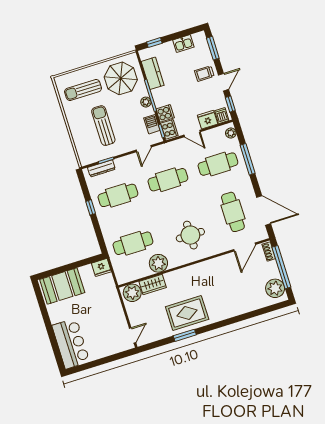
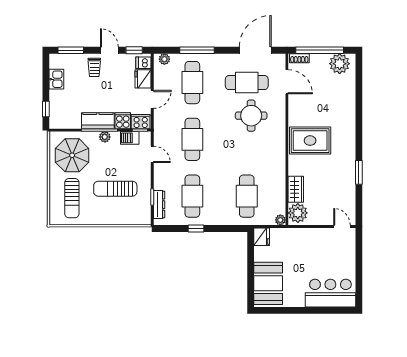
kitchen counter: (153, 73) -> (98, 121), moved
round table: (190, 235) -> (251, 116), moved
plant: (158, 263) -> (280, 220), moved, width x0.53, depth x0.53
rug: (187, 313) -> (310, 141), moved, turned 90

